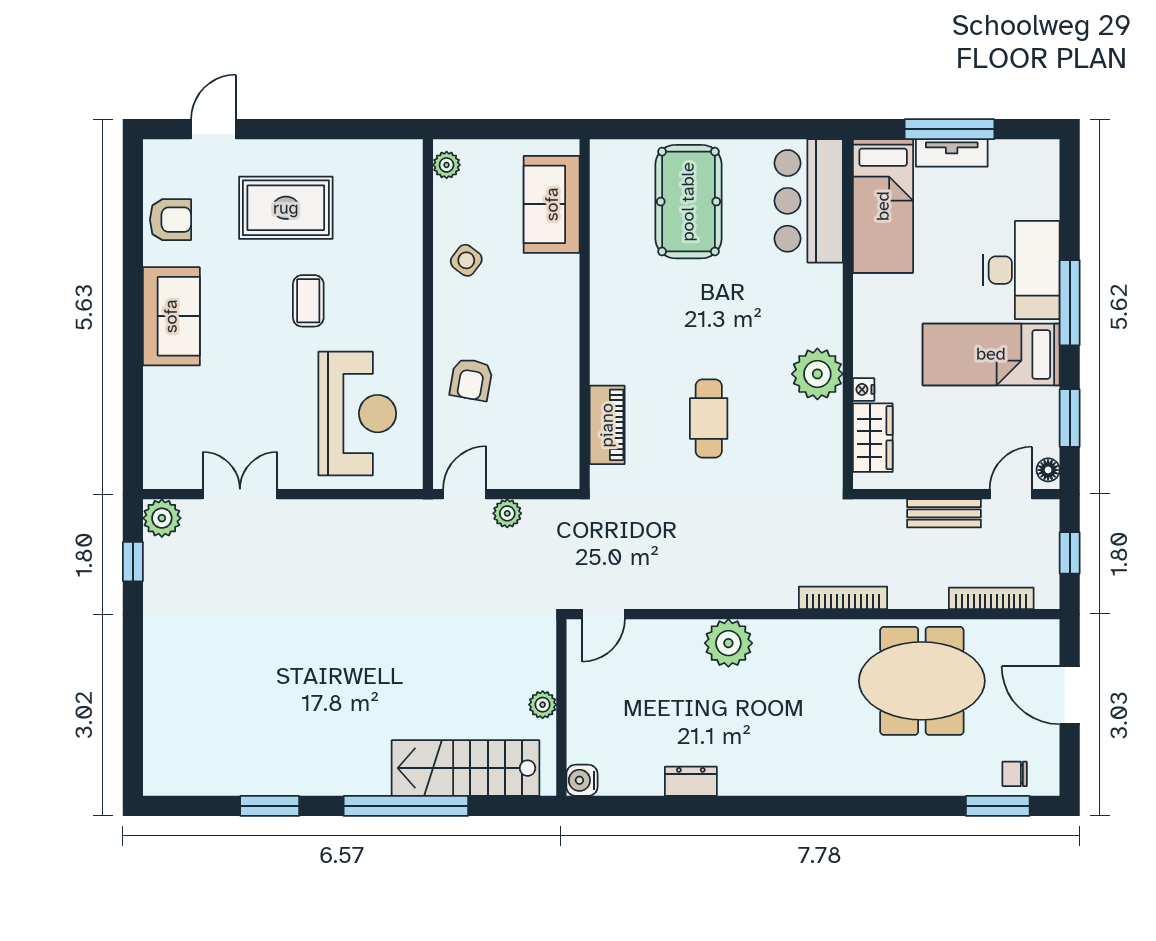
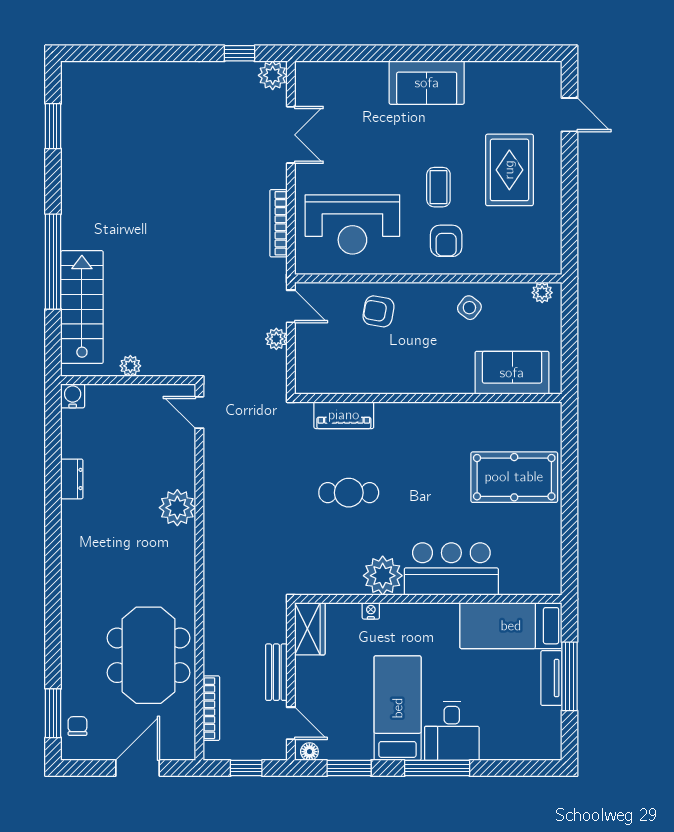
bar counter: (809, 201) -> (451, 569), moved
armchair: (171, 220) -> (446, 241), moved
desk: (1021, 270) -> (452, 731), width x0.73
coffee table: (308, 301) -> (438, 187), turned 90
wardrobe: (873, 438) -> (310, 629), moved, turned -90
bookcase: (843, 598) -> (278, 223), moved, turned 180
window: (270, 806) -> (53, 126), moved

